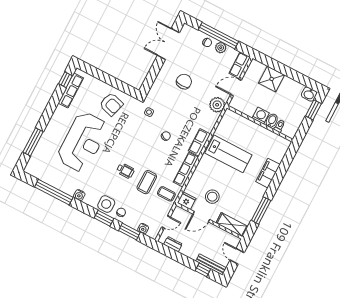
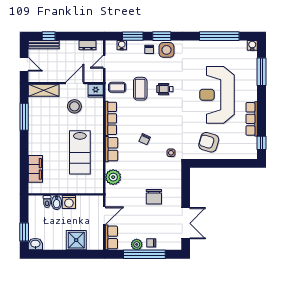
row of seats: (71, 90) -> (252, 119), moved
plant: (217, 105) -> (113, 177), moved
lab bench: (228, 154) -> (80, 152), turned -90
filing cabinet: (268, 173) -> (35, 169), moved
water cooler: (79, 195) -> (252, 45), moved

